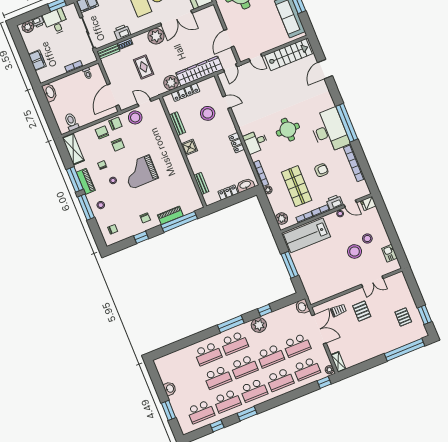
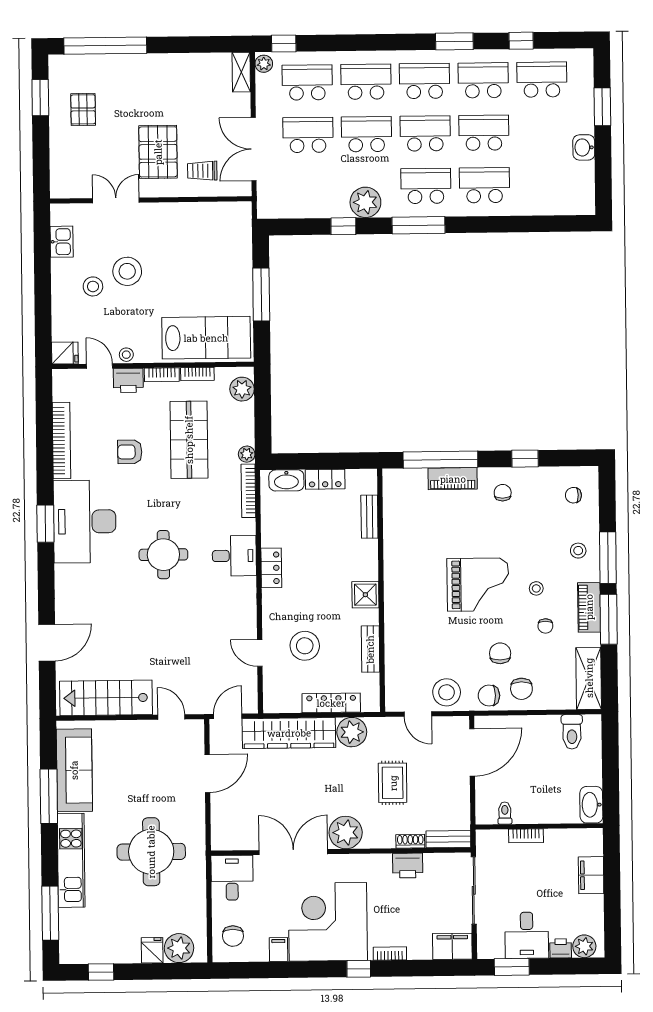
window: (347, 123) -> (45, 524), width x0.47
washbasin: (302, 307) -> (269, 205), removed
pallet: (362, 311) -> (158, 152), width x1.50, depth x1.42

